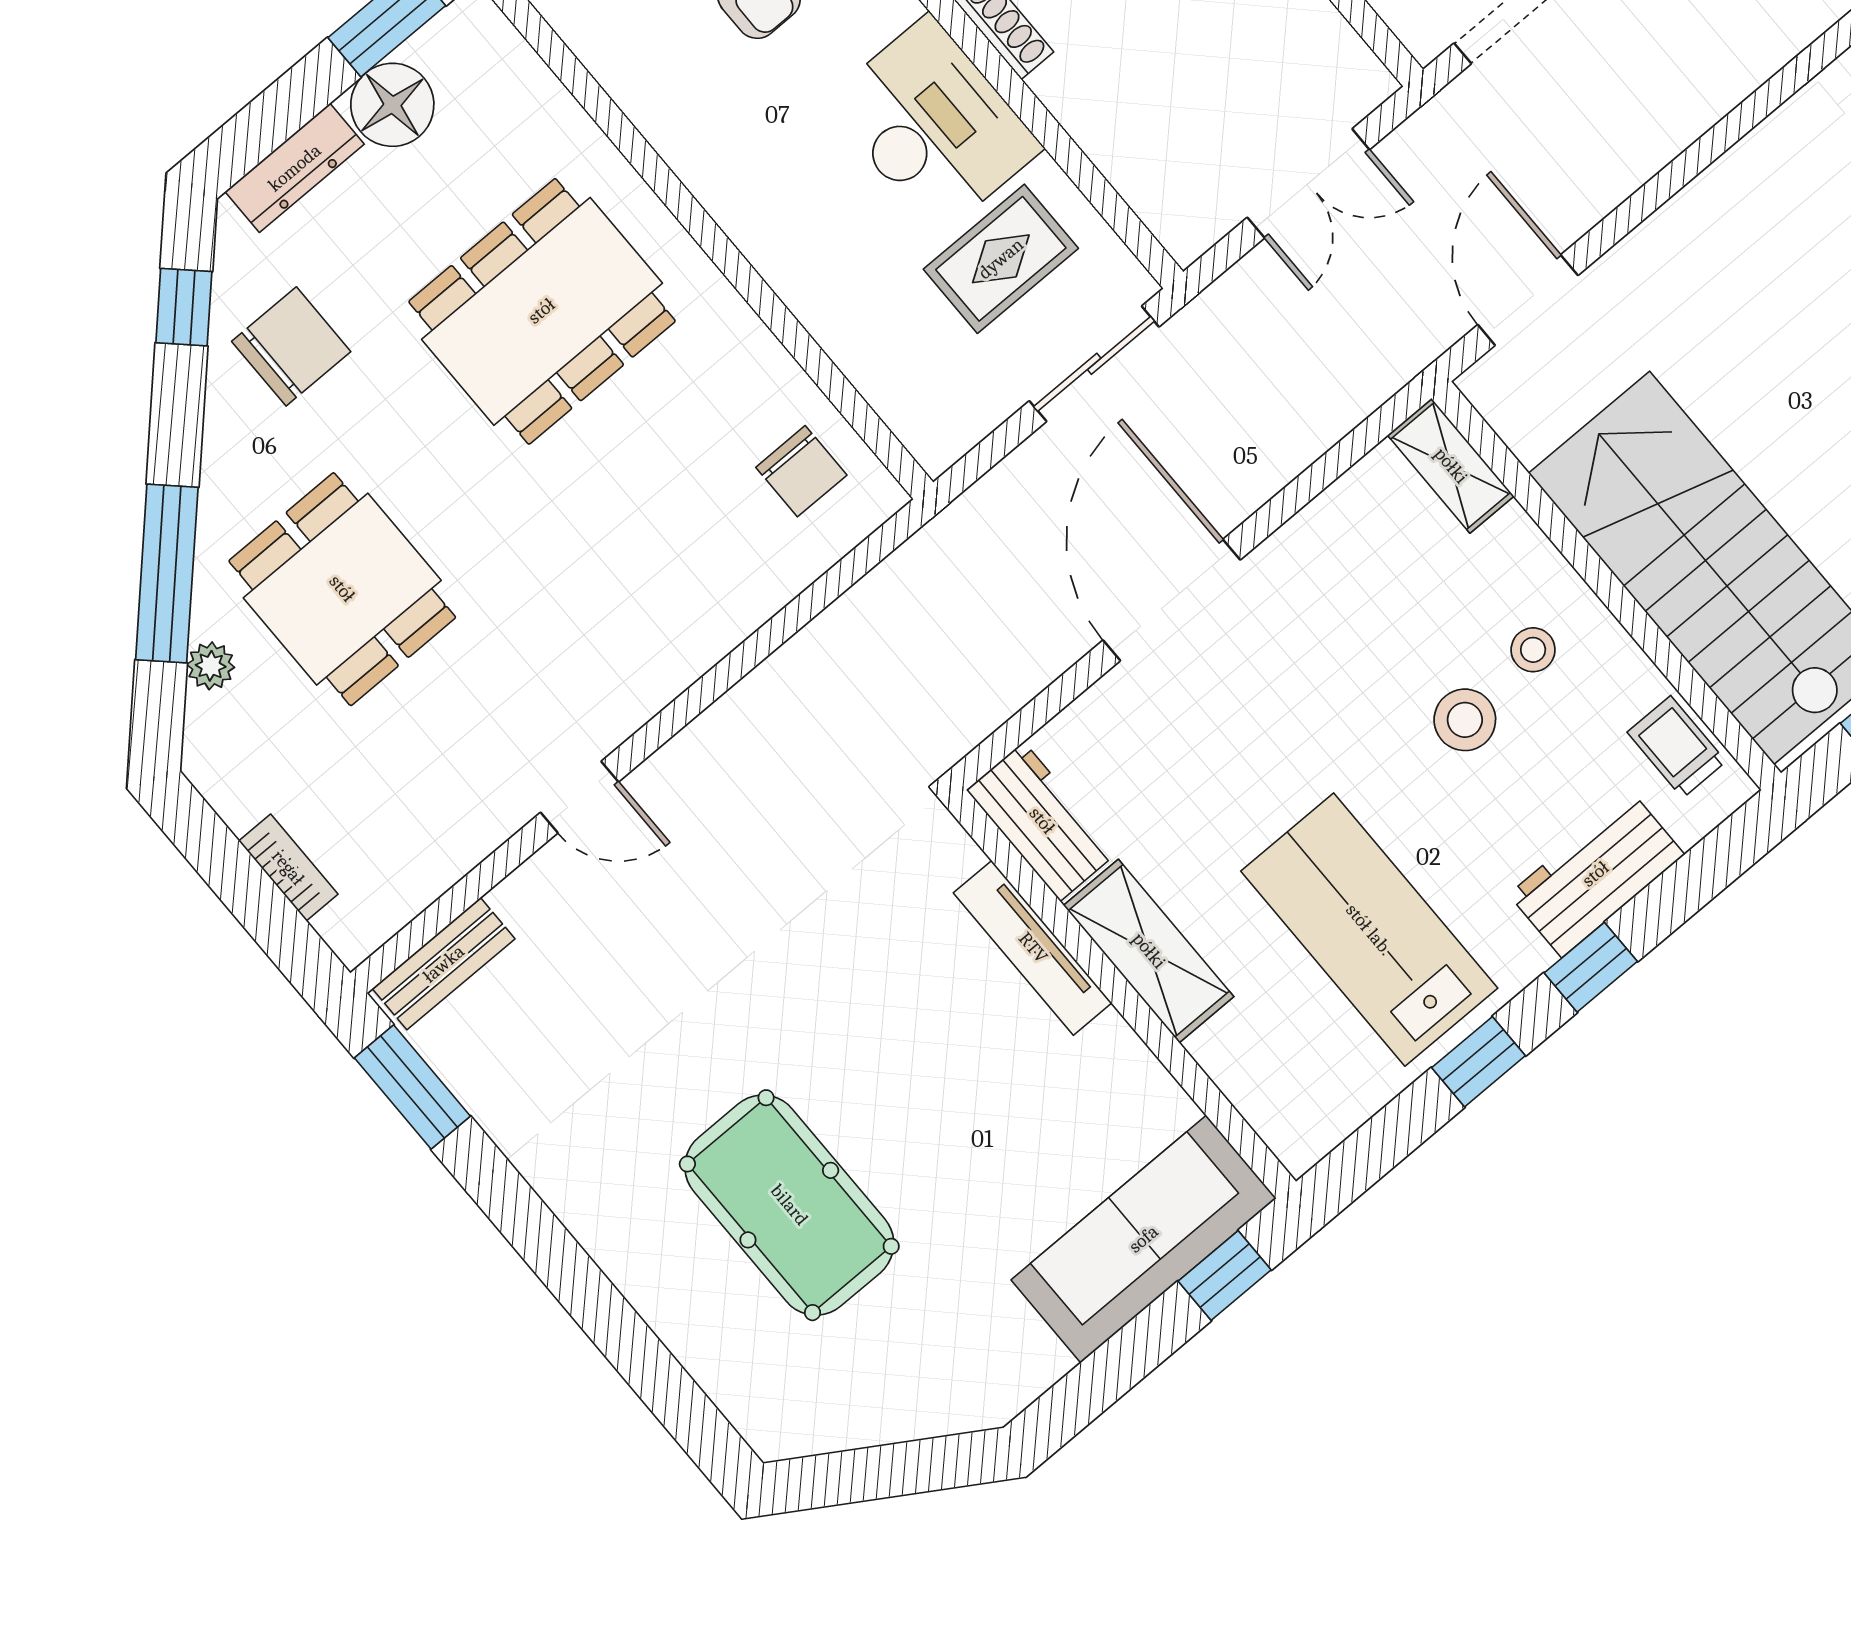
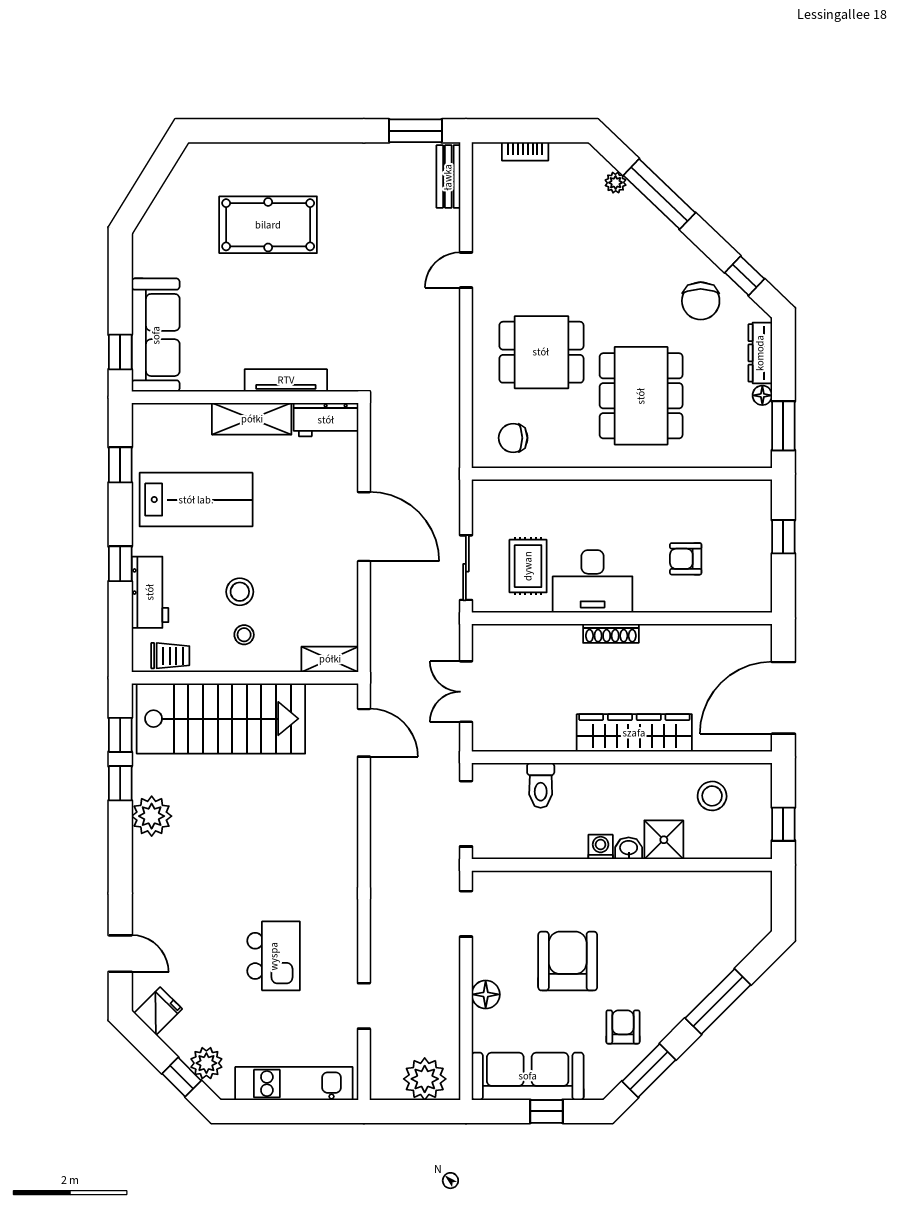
floor lamp: (392, 105) -> (762, 395), width x0.53, depth x0.53
dining table: (342, 589) -> (541, 352), moved
window: (1479, 1062) -> (120, 465), moved

